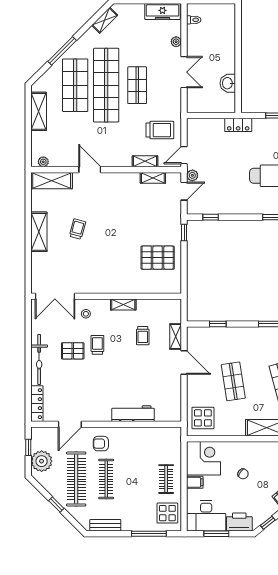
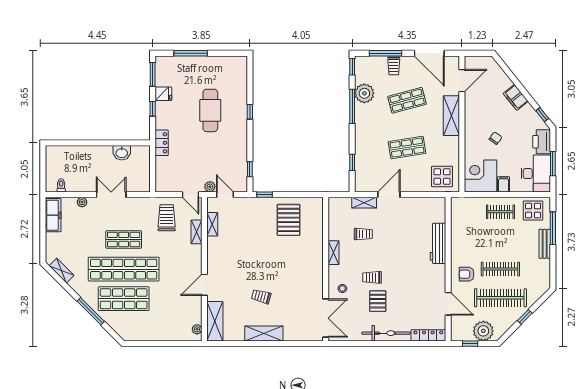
shelving: (39, 111) -> (149, 334), removed
armchair: (101, 444) -> (467, 274), turned 90
bench: (105, 525) -> (545, 244), moved

